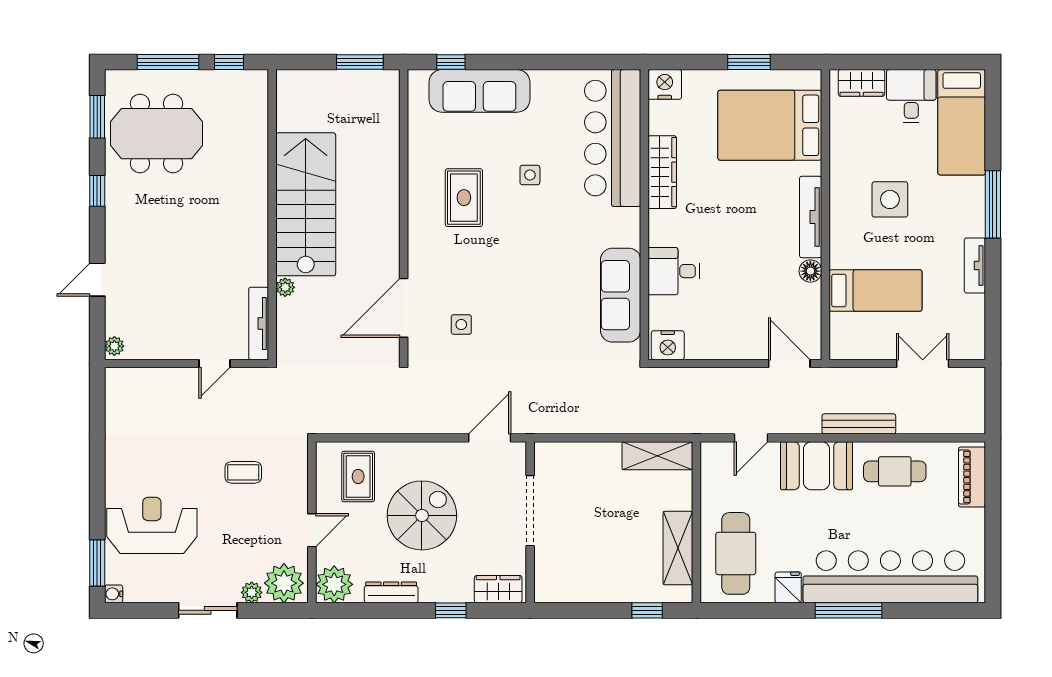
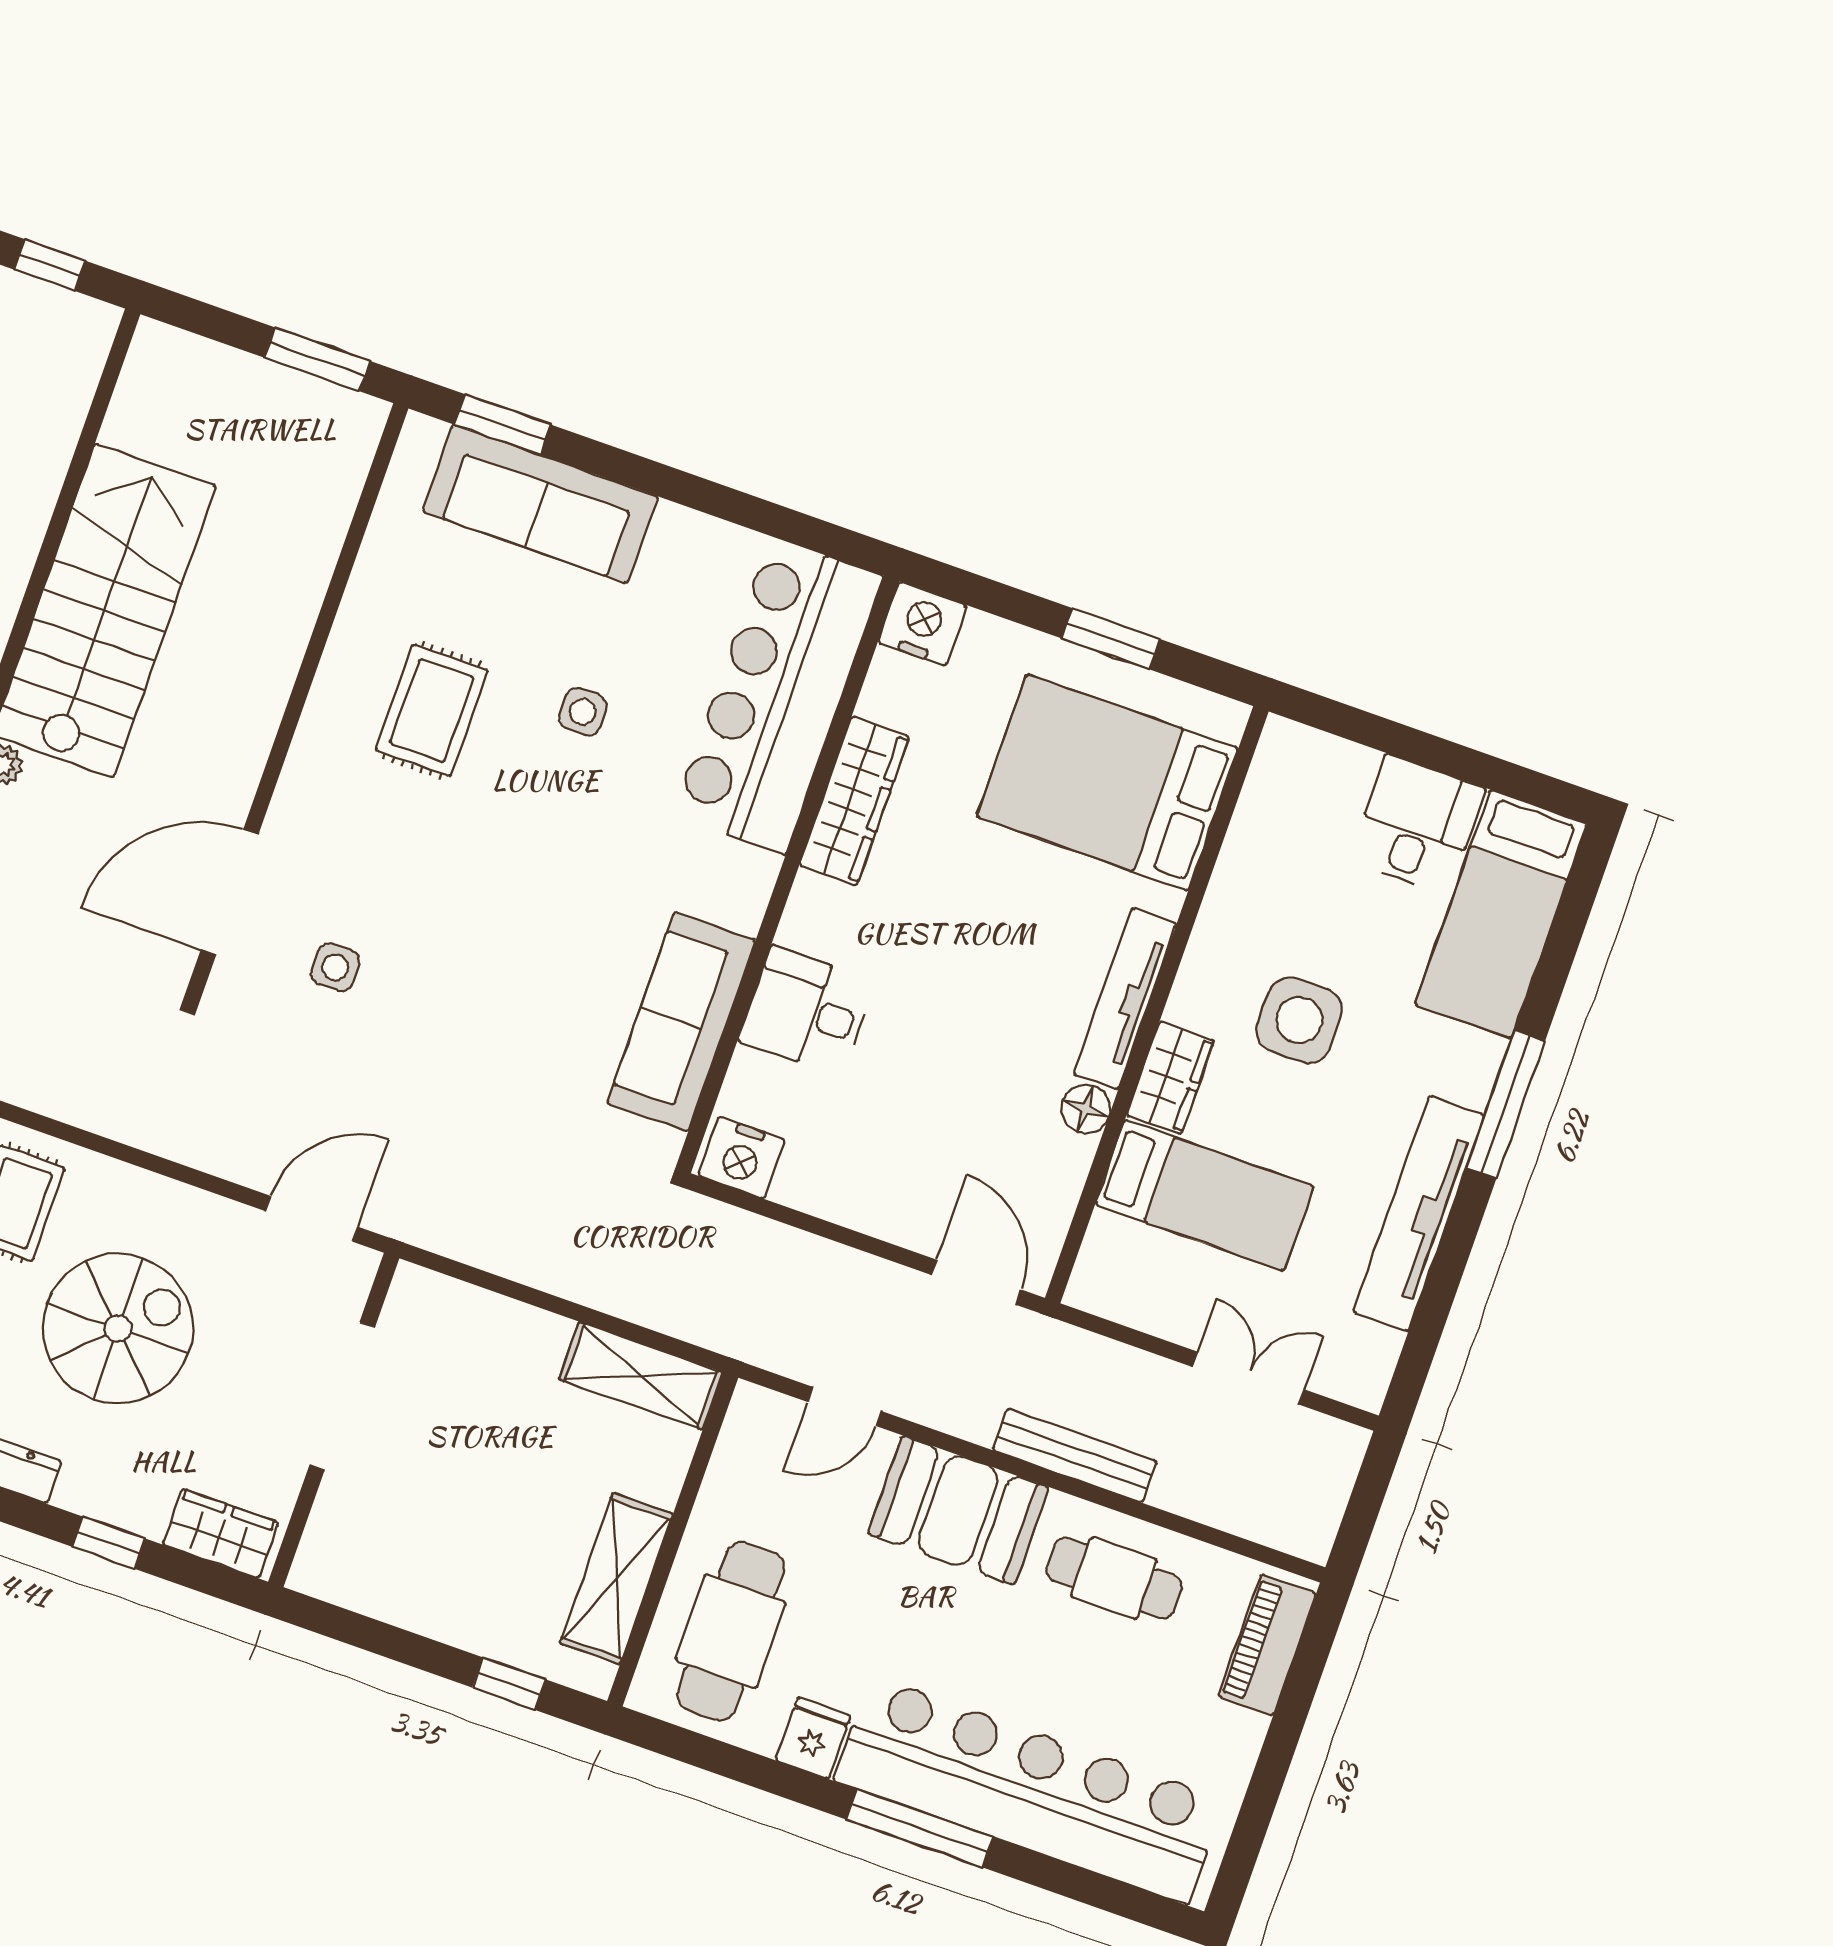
window: (451, 62) -> (503, 425), width x1.50
wardrobe: (862, 83) -> (1170, 1078), moved, turned -90
tv unit: (975, 266) -> (1419, 1214), width x1.92, depth x1.29

